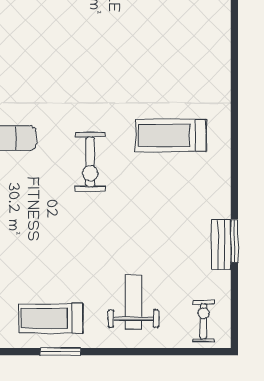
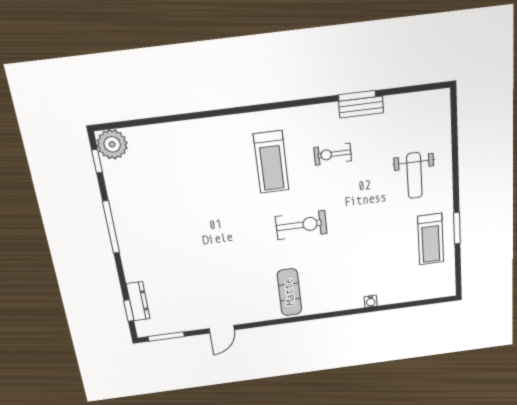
weight bench: (133, 302) -> (414, 176), turned -90
exercise bike: (203, 321) -> (333, 154), moved

